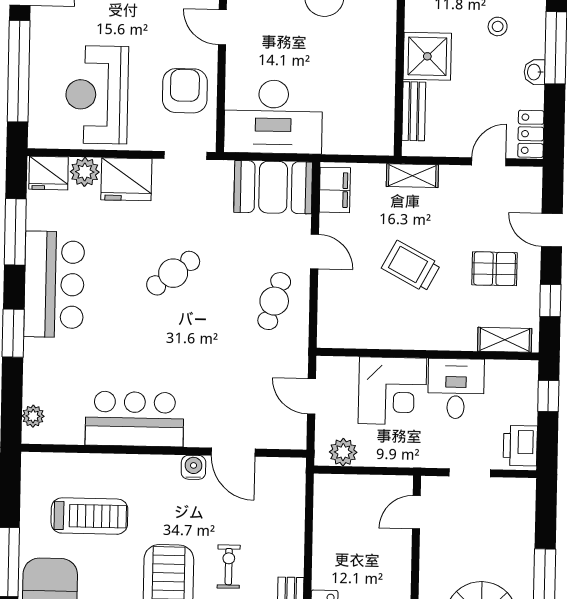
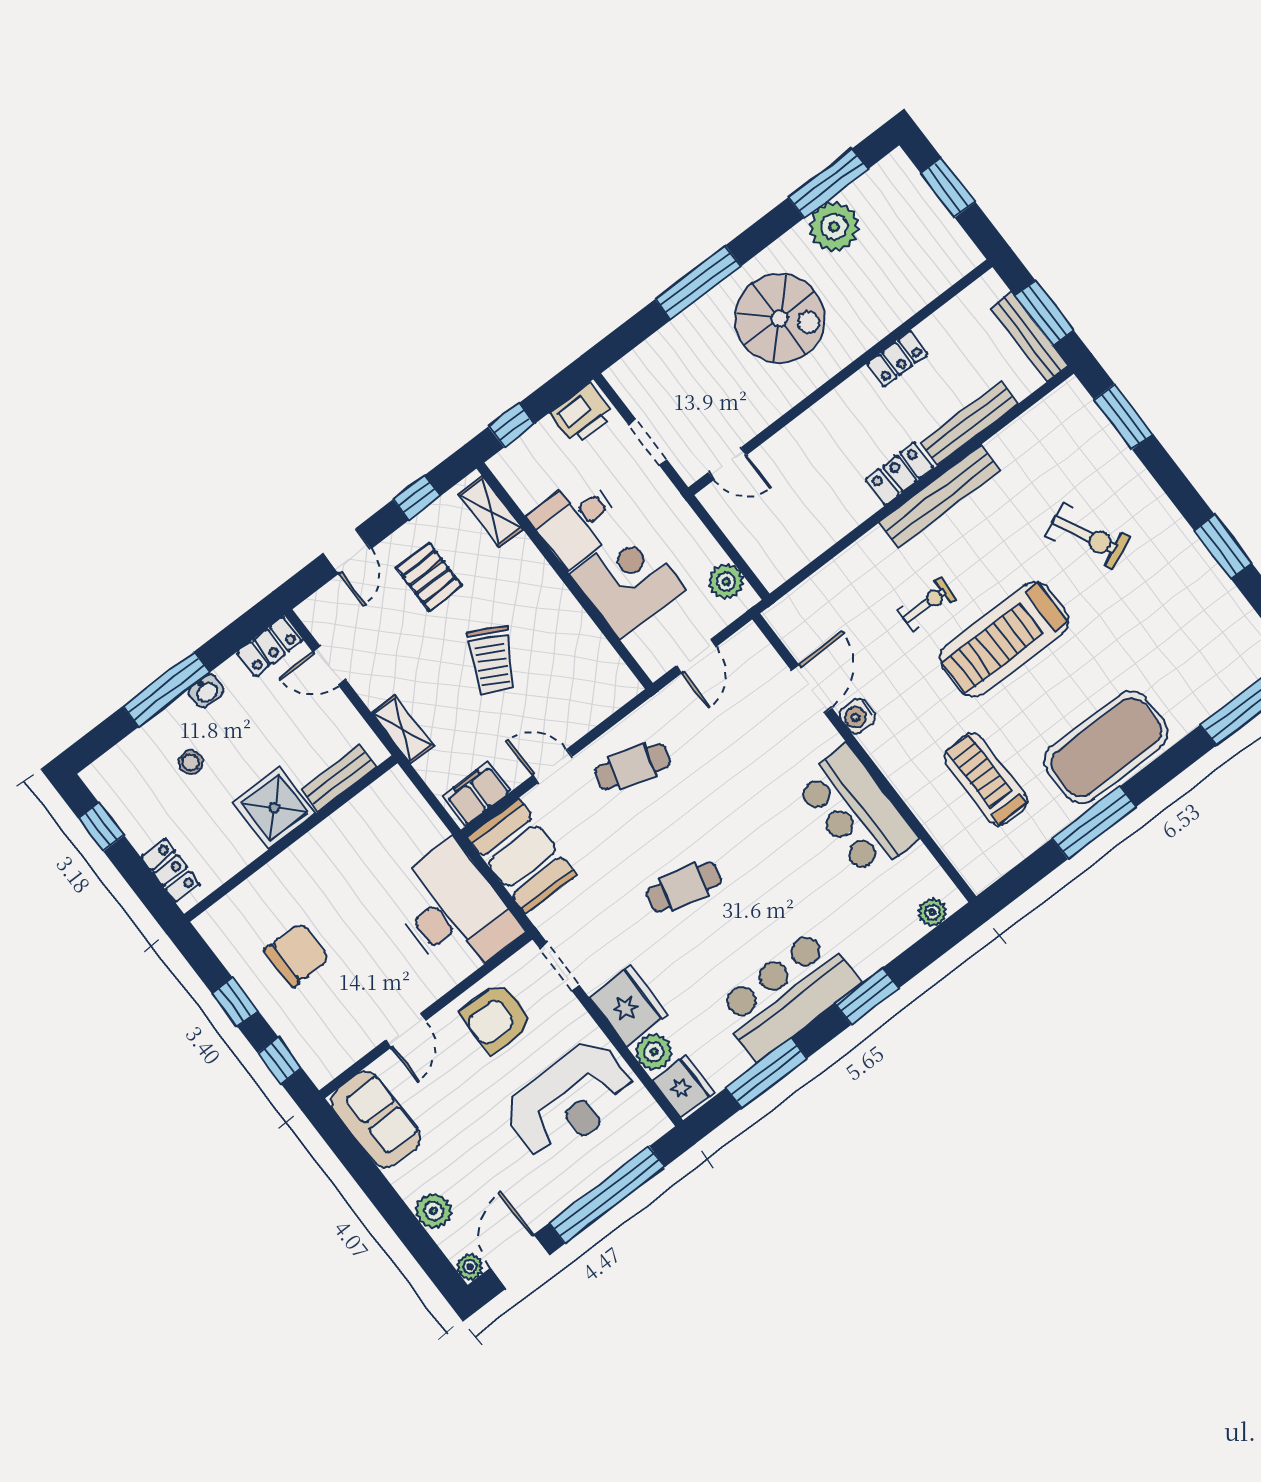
door: (315, 251) -> (553, 766), hinge flipped
cafe table: (173, 273) -> (684, 887), turned -40
exercise bike: (229, 567) -> (927, 604), turned 180

